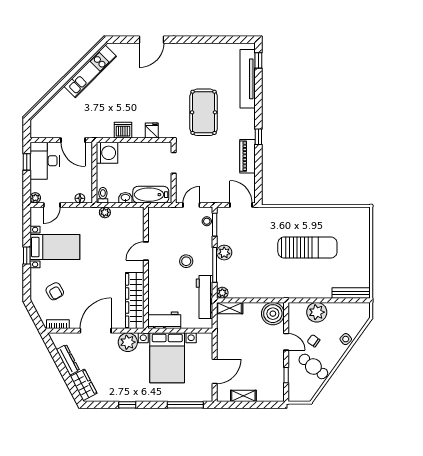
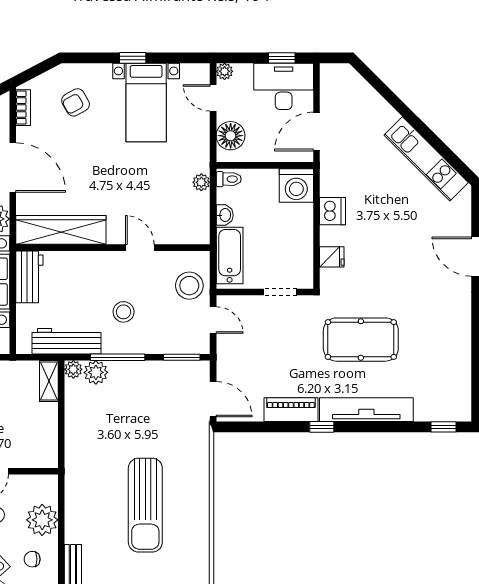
tv unit: (248, 79) -> (366, 410), moved
floor lamp: (80, 198) -> (231, 136), width x1.89, depth x1.89
door: (241, 205) -> (213, 399), hinge flipped
stool: (207, 221) -> (189, 286), moved, width x1.89, depth x1.89
plant: (224, 253) -> (96, 372), moved
boiler: (273, 314) -> (40, 450), removed
chair: (341, 319) -> (32, 559), added

